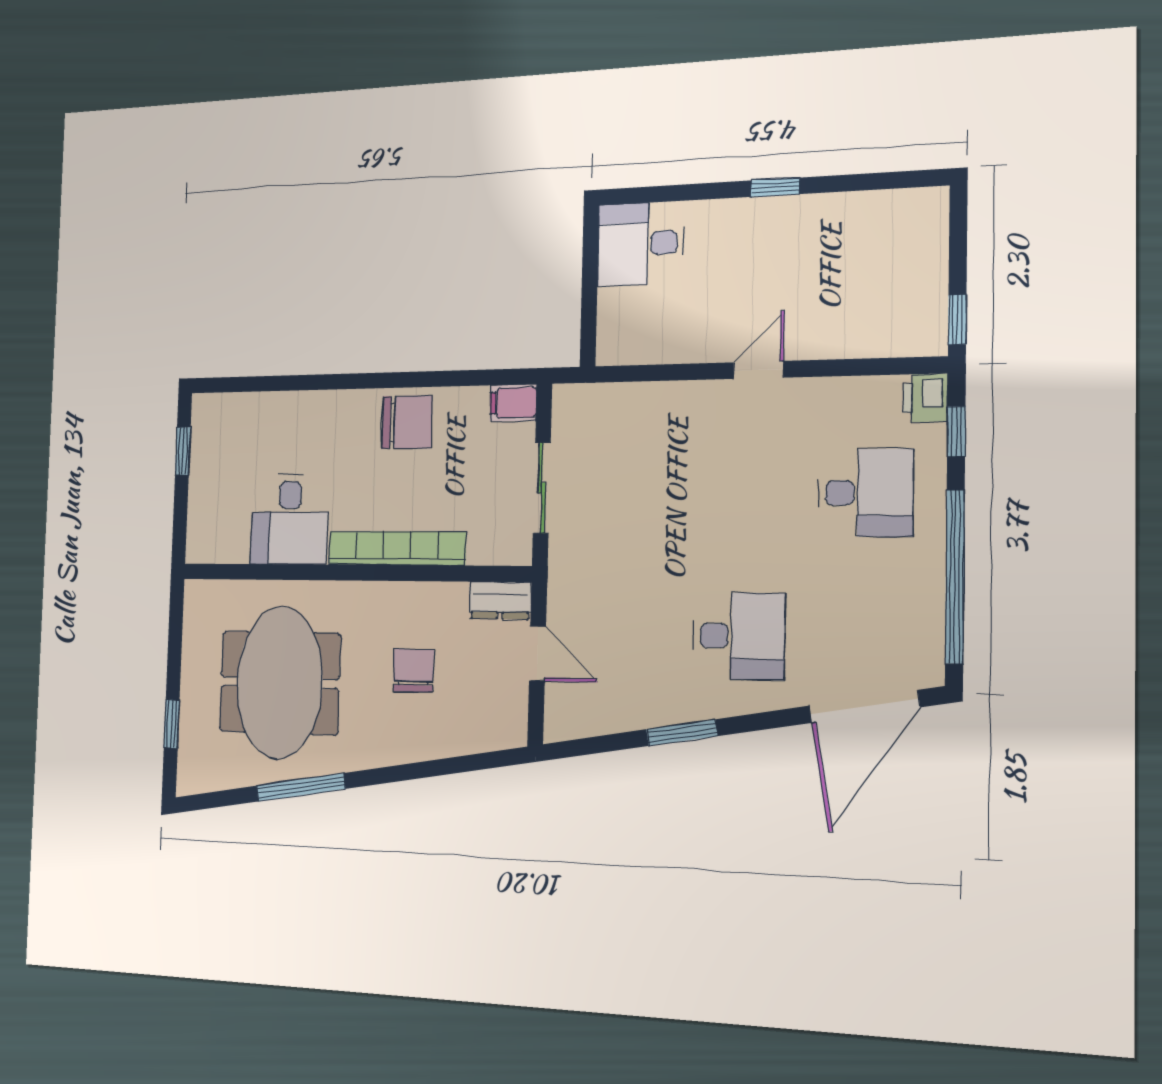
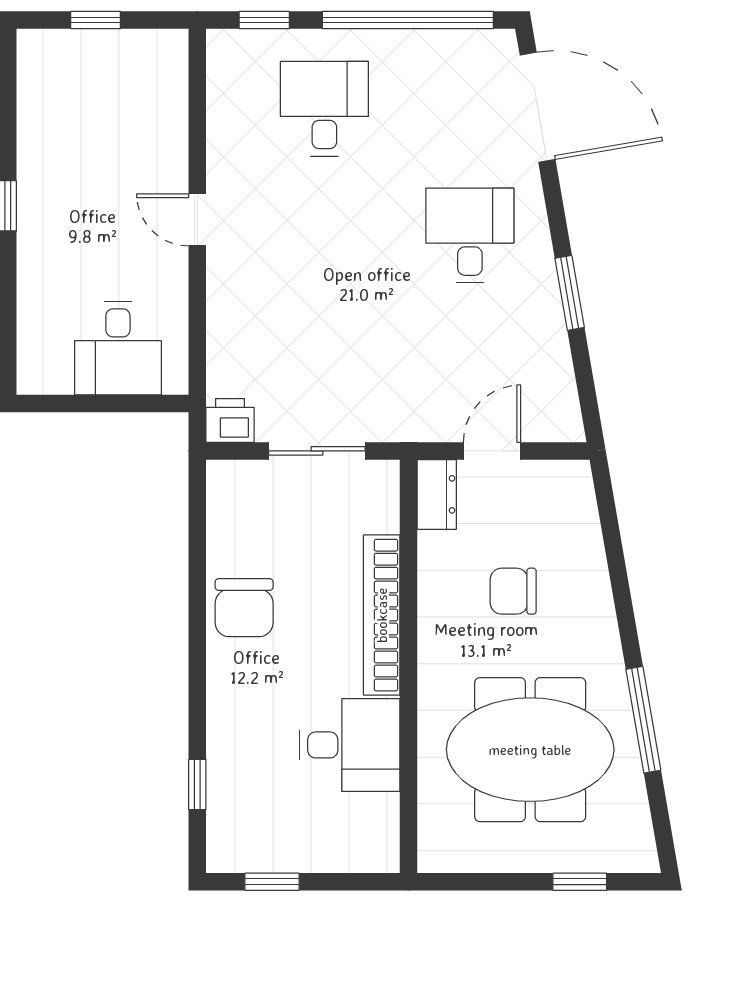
desk: (641, 244) -> (118, 348), moved
window: (957, 320) -> (96, 20), moved
window: (263, 384) -> (197, 784), added
printer: (925, 398) -> (230, 420), moved, turned 180
filing cabinet: (513, 403) -> (226, 486), removed
chair: (407, 422) -> (244, 608), turned 180

